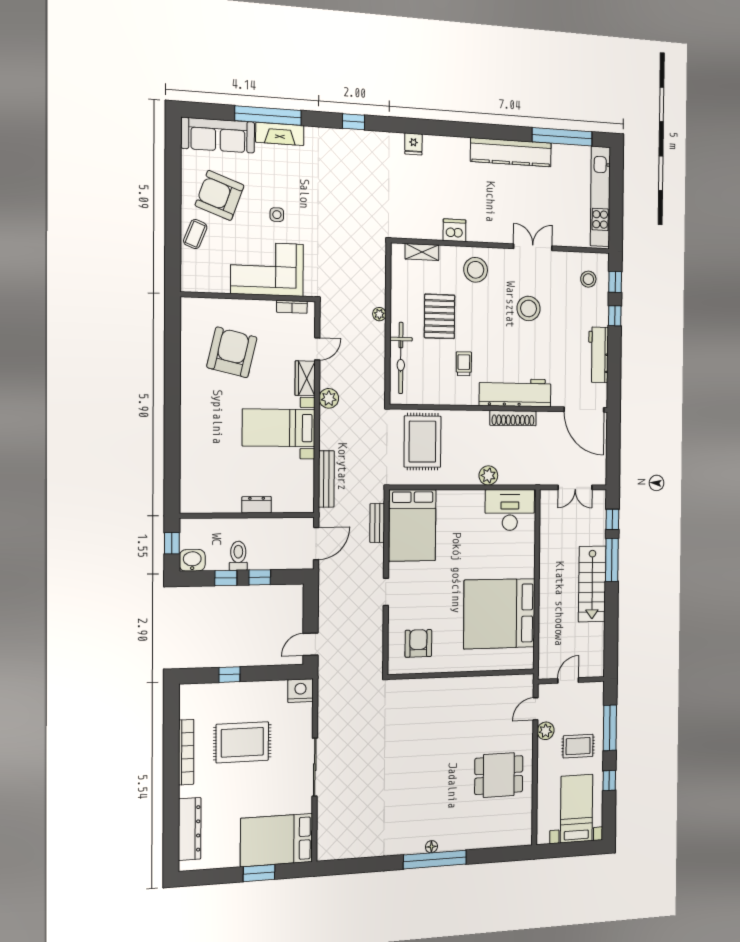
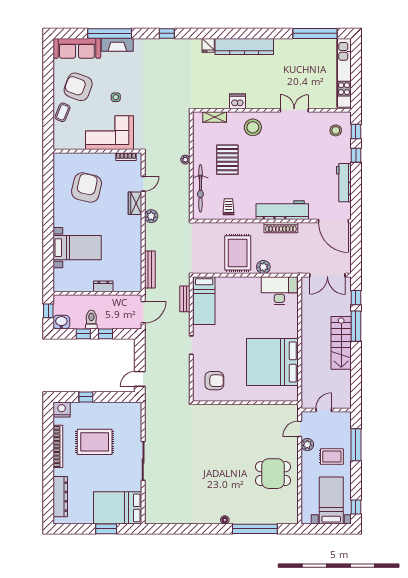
kitchen counter: (511, 152) -> (244, 46), moved
stool: (529, 308) -> (291, 152), removed
trolley: (464, 364) -> (228, 207), moved
bed with nightstands: (279, 428) -> (77, 248), moved, turned 180
rug: (422, 442) -> (238, 253), moved
double door: (575, 487) -> (327, 275), width x1.37
bed: (412, 525) -> (204, 301), width x0.67
armchair: (418, 643) -> (214, 381), turned 90
nightstand: (301, 691) -> (62, 409), moved
window: (609, 781) -> (356, 507), moved
window: (435, 860) -> (255, 529), moved

